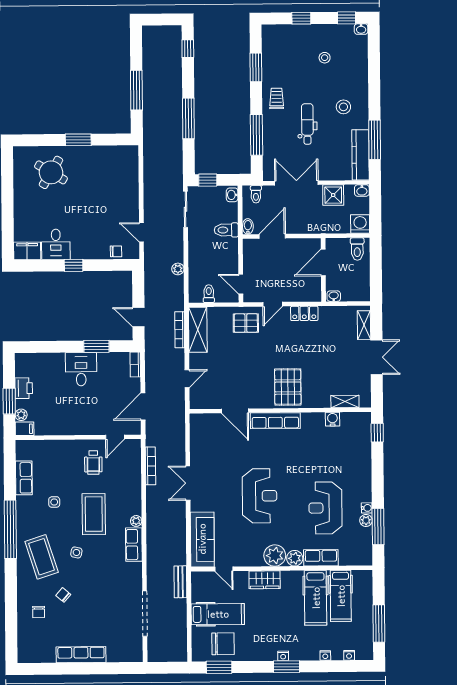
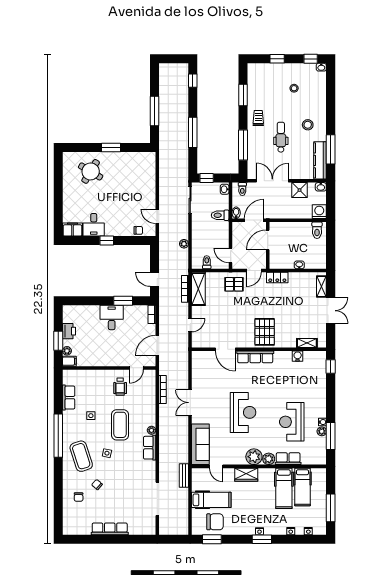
door: (323, 263) -> (268, 240), moved
wall: (323, 270) -> (268, 245), moved

